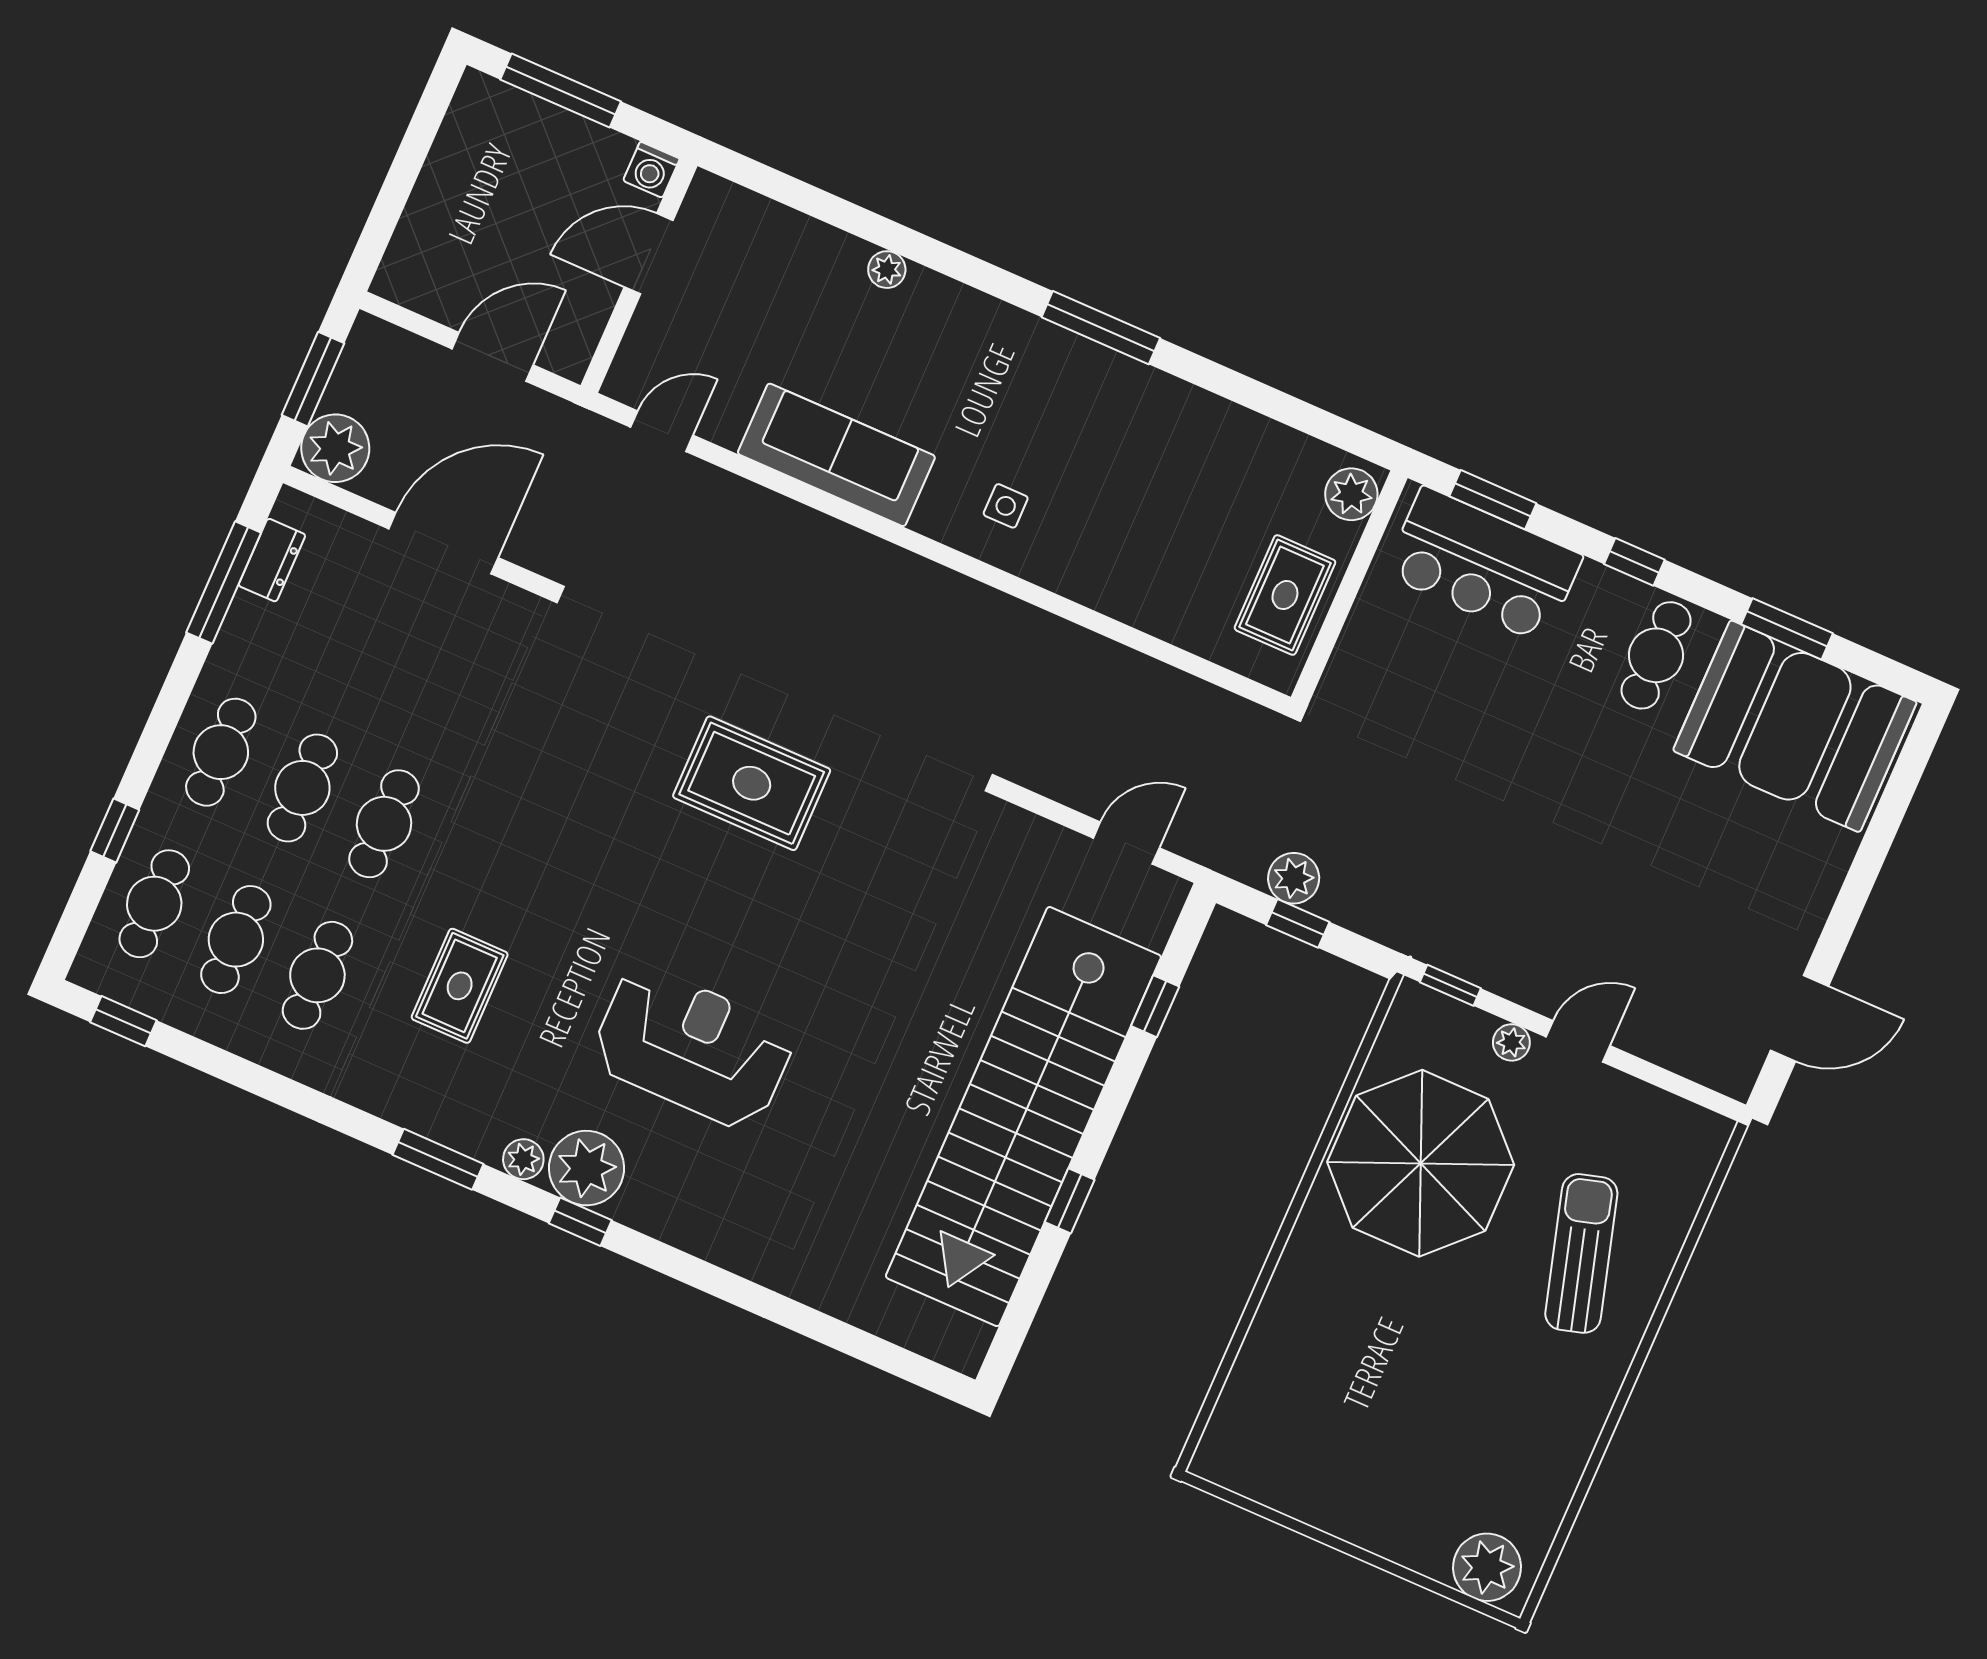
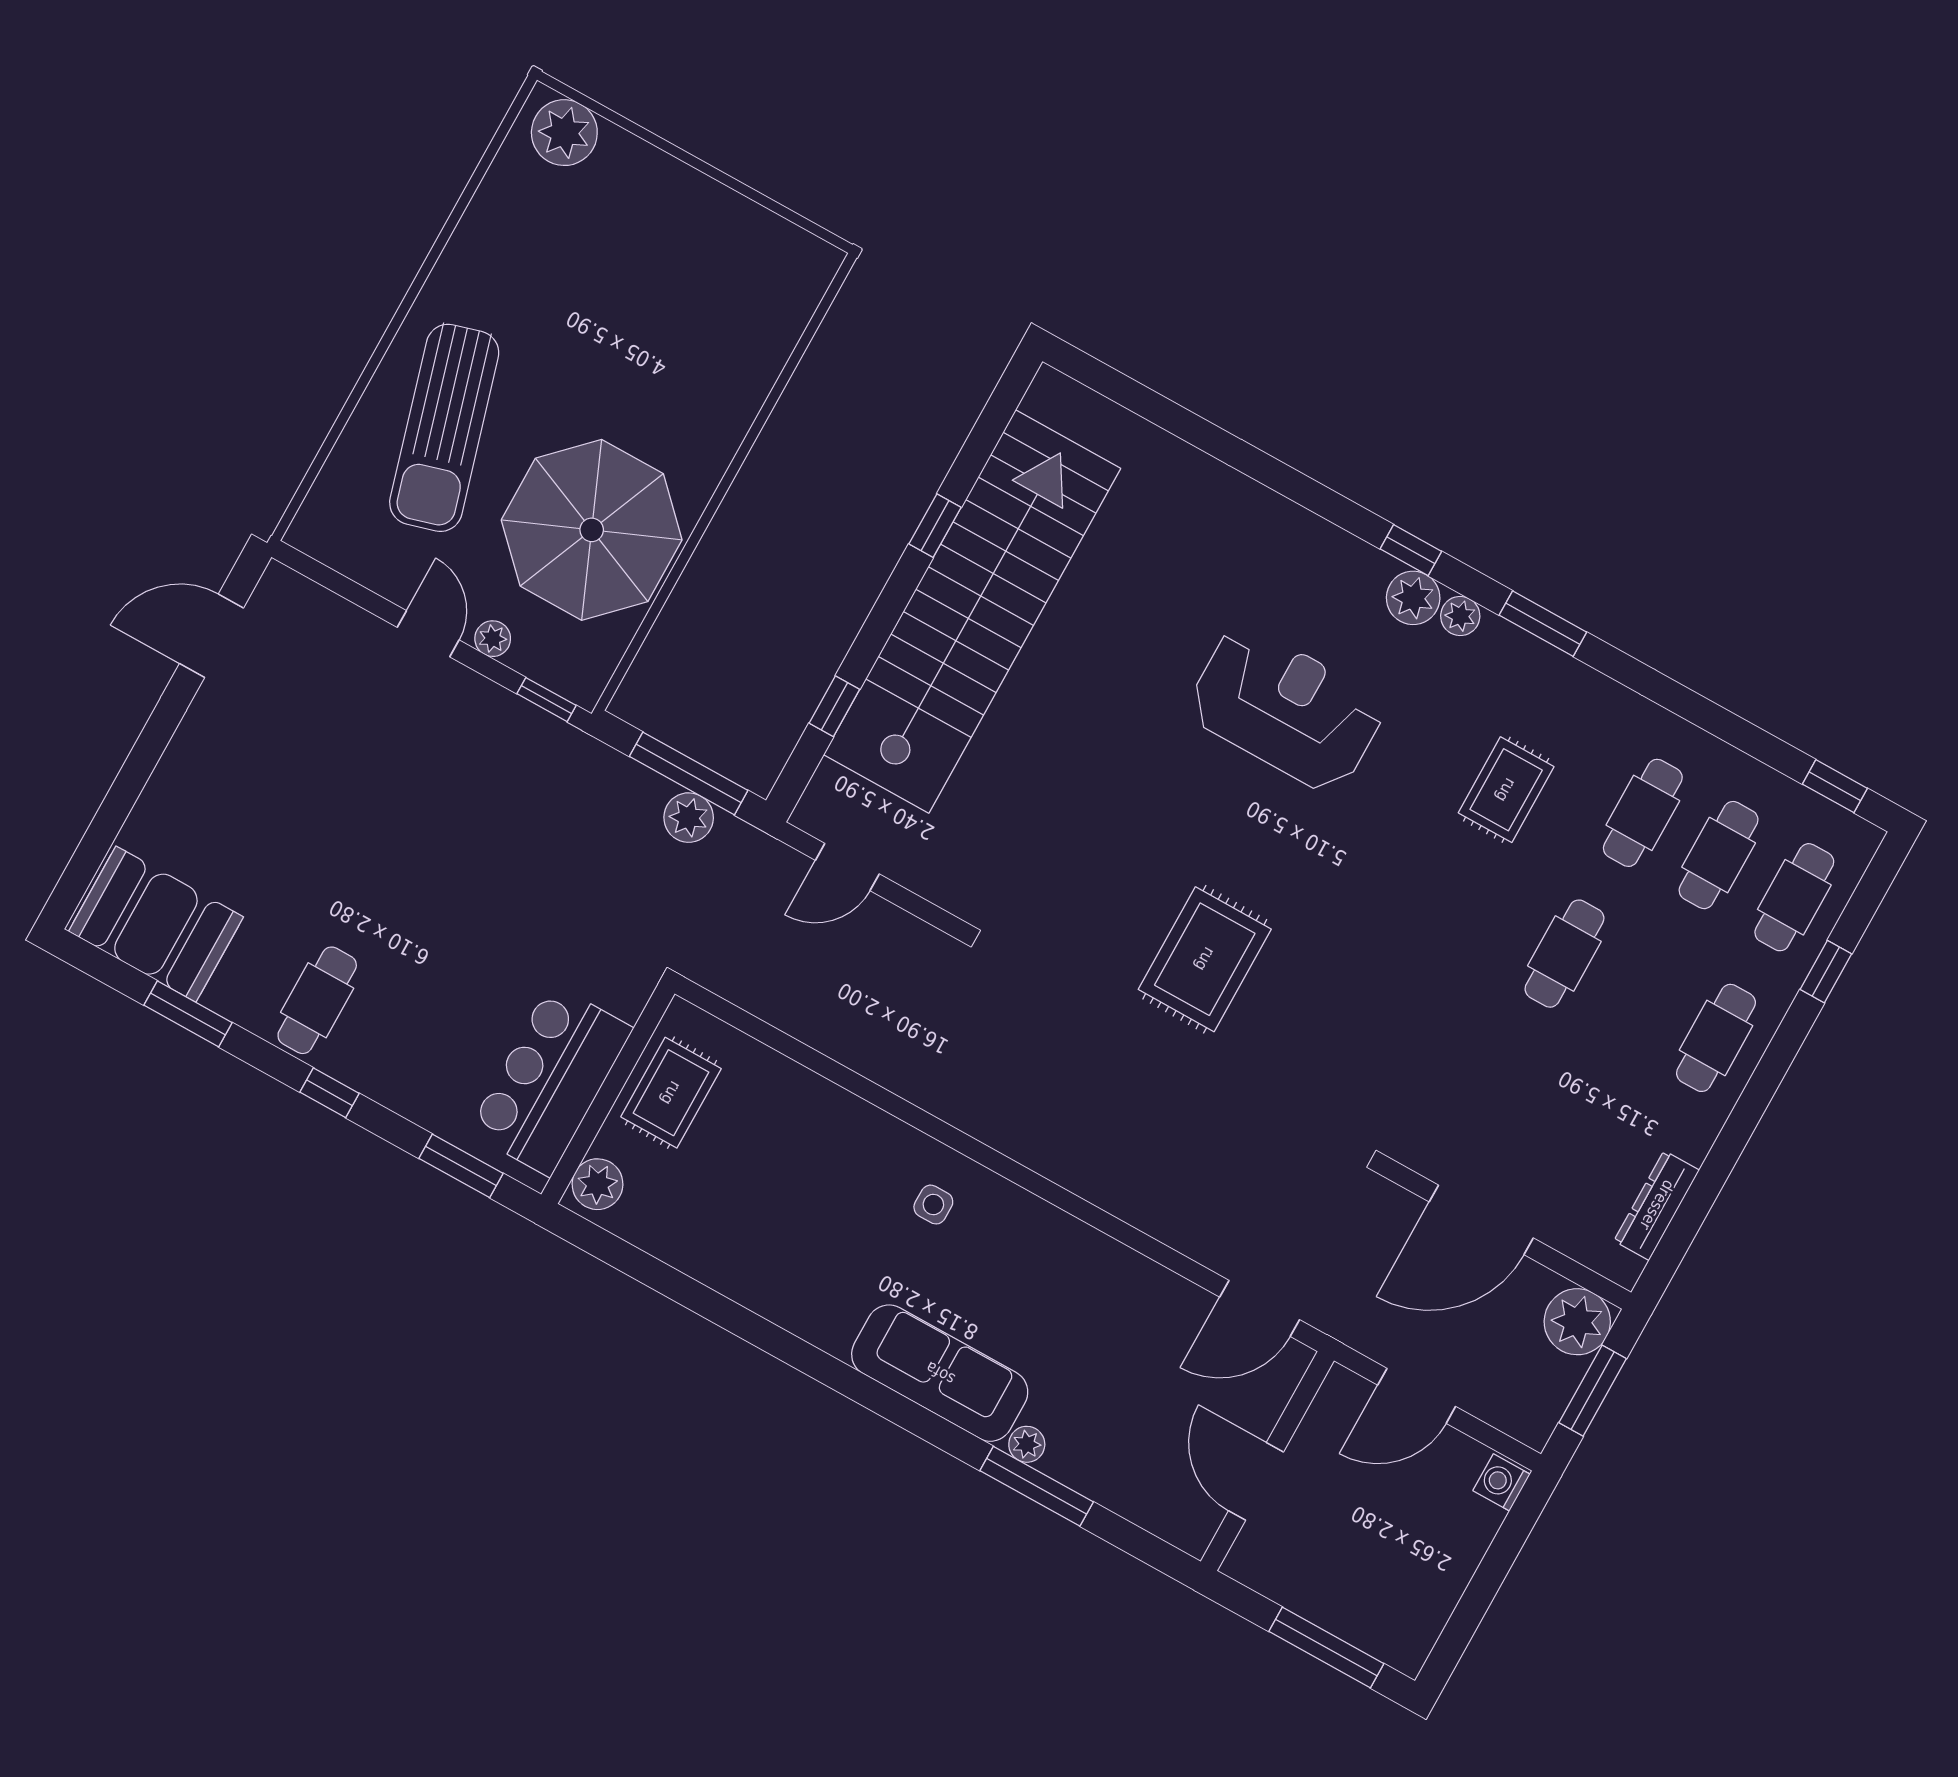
washing machine: (651, 170) -> (1501, 1482), moved, turned -90
door: (649, 254) -> (1256, 1481), swing flipped
window: (1101, 328) -> (1037, 1486), moved
door: (662, 431) -> (1260, 1308), width x1.38
sofa: (836, 455) -> (940, 1373), moved, turned 180
dresser: (272, 560) -> (1657, 1205), width x1.44
bar counter: (1483, 565) -> (551, 1080), moved, turned -90
window: (224, 583) -> (1698, 1202), removed
booth: (1795, 726) -> (156, 924), width x0.73, depth x0.70
rug: (752, 783) -> (1205, 959), turned 90
cafe table: (302, 788) -> (1640, 996), removed
window: (1298, 923) -> (689, 773), width x2.17
door: (1578, 1041) -> (428, 634), swing flipped
reception desk: (693, 1047) -> (1286, 709), turned 180
plant: (586, 1168) -> (1413, 598), width x0.73, depth x0.73
sun lounger: (1581, 1253) -> (444, 428), width x1.36, depth x1.34

